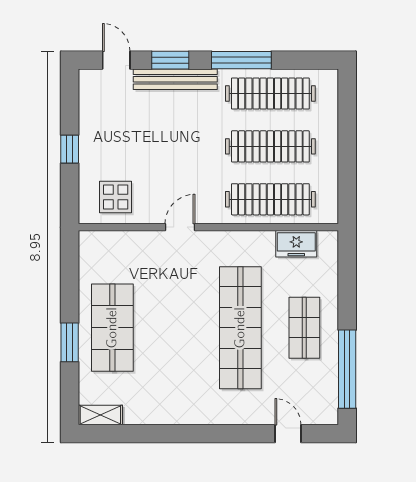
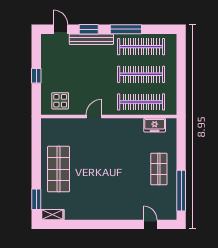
shop shelf: (240, 328) -> (125, 169), removed
window: (70, 342) -> (36, 199), moved

